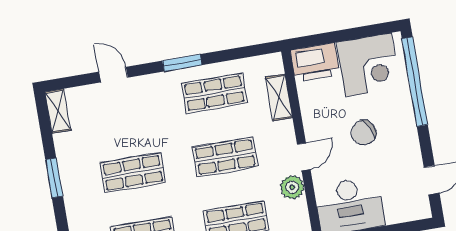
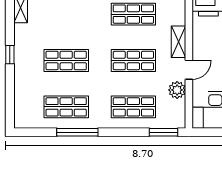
shelving: (279, 97) -> (179, 42), moved
window: (54, 178) -> (10, 55), width x0.67

